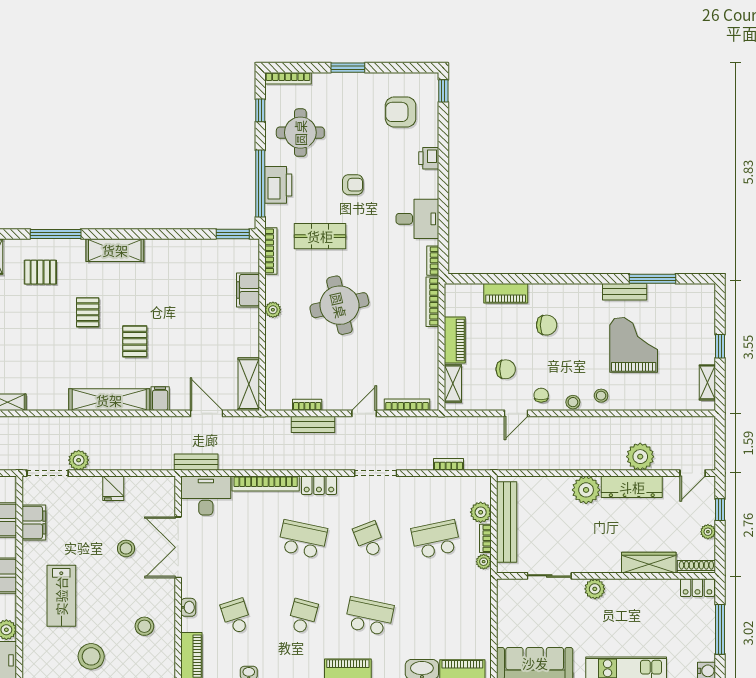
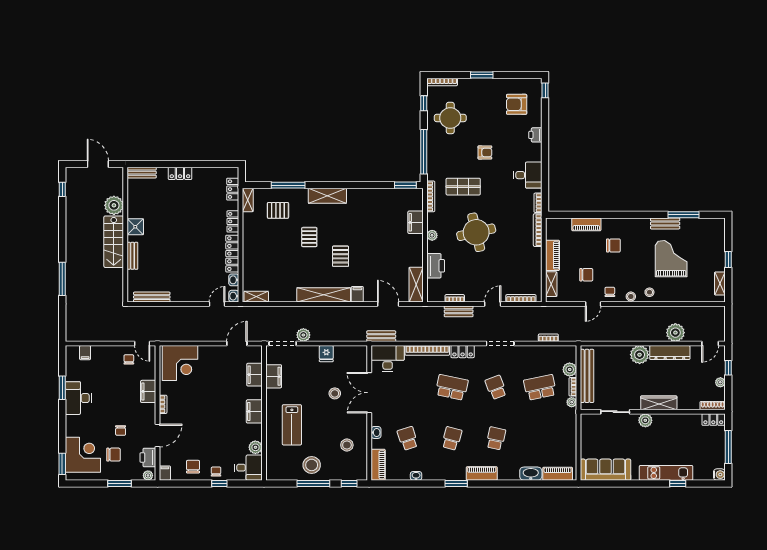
printer: (278, 185) -> (436, 266), moved
wardrobe: (649, 563) -> (659, 403), moved
school desk: (369, 616) -> (496, 438), width x0.54

